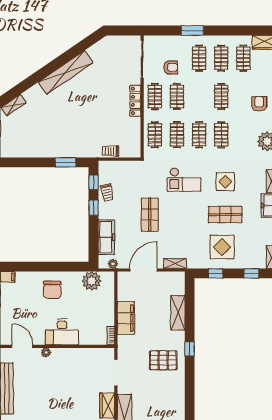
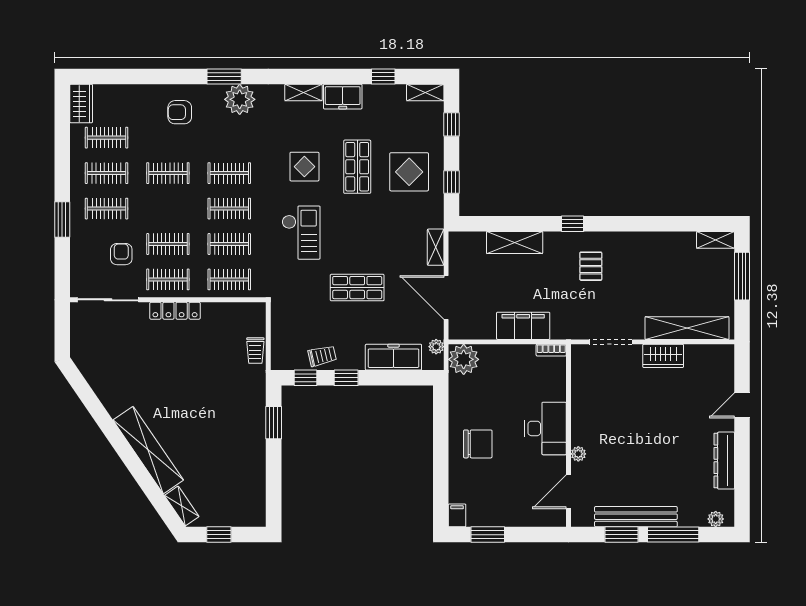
shelving: (66, 72) -> (148, 450), moved
plant: (92, 281) -> (464, 359), moved
pallet: (163, 360) -> (591, 266), width x0.67, depth x0.71

